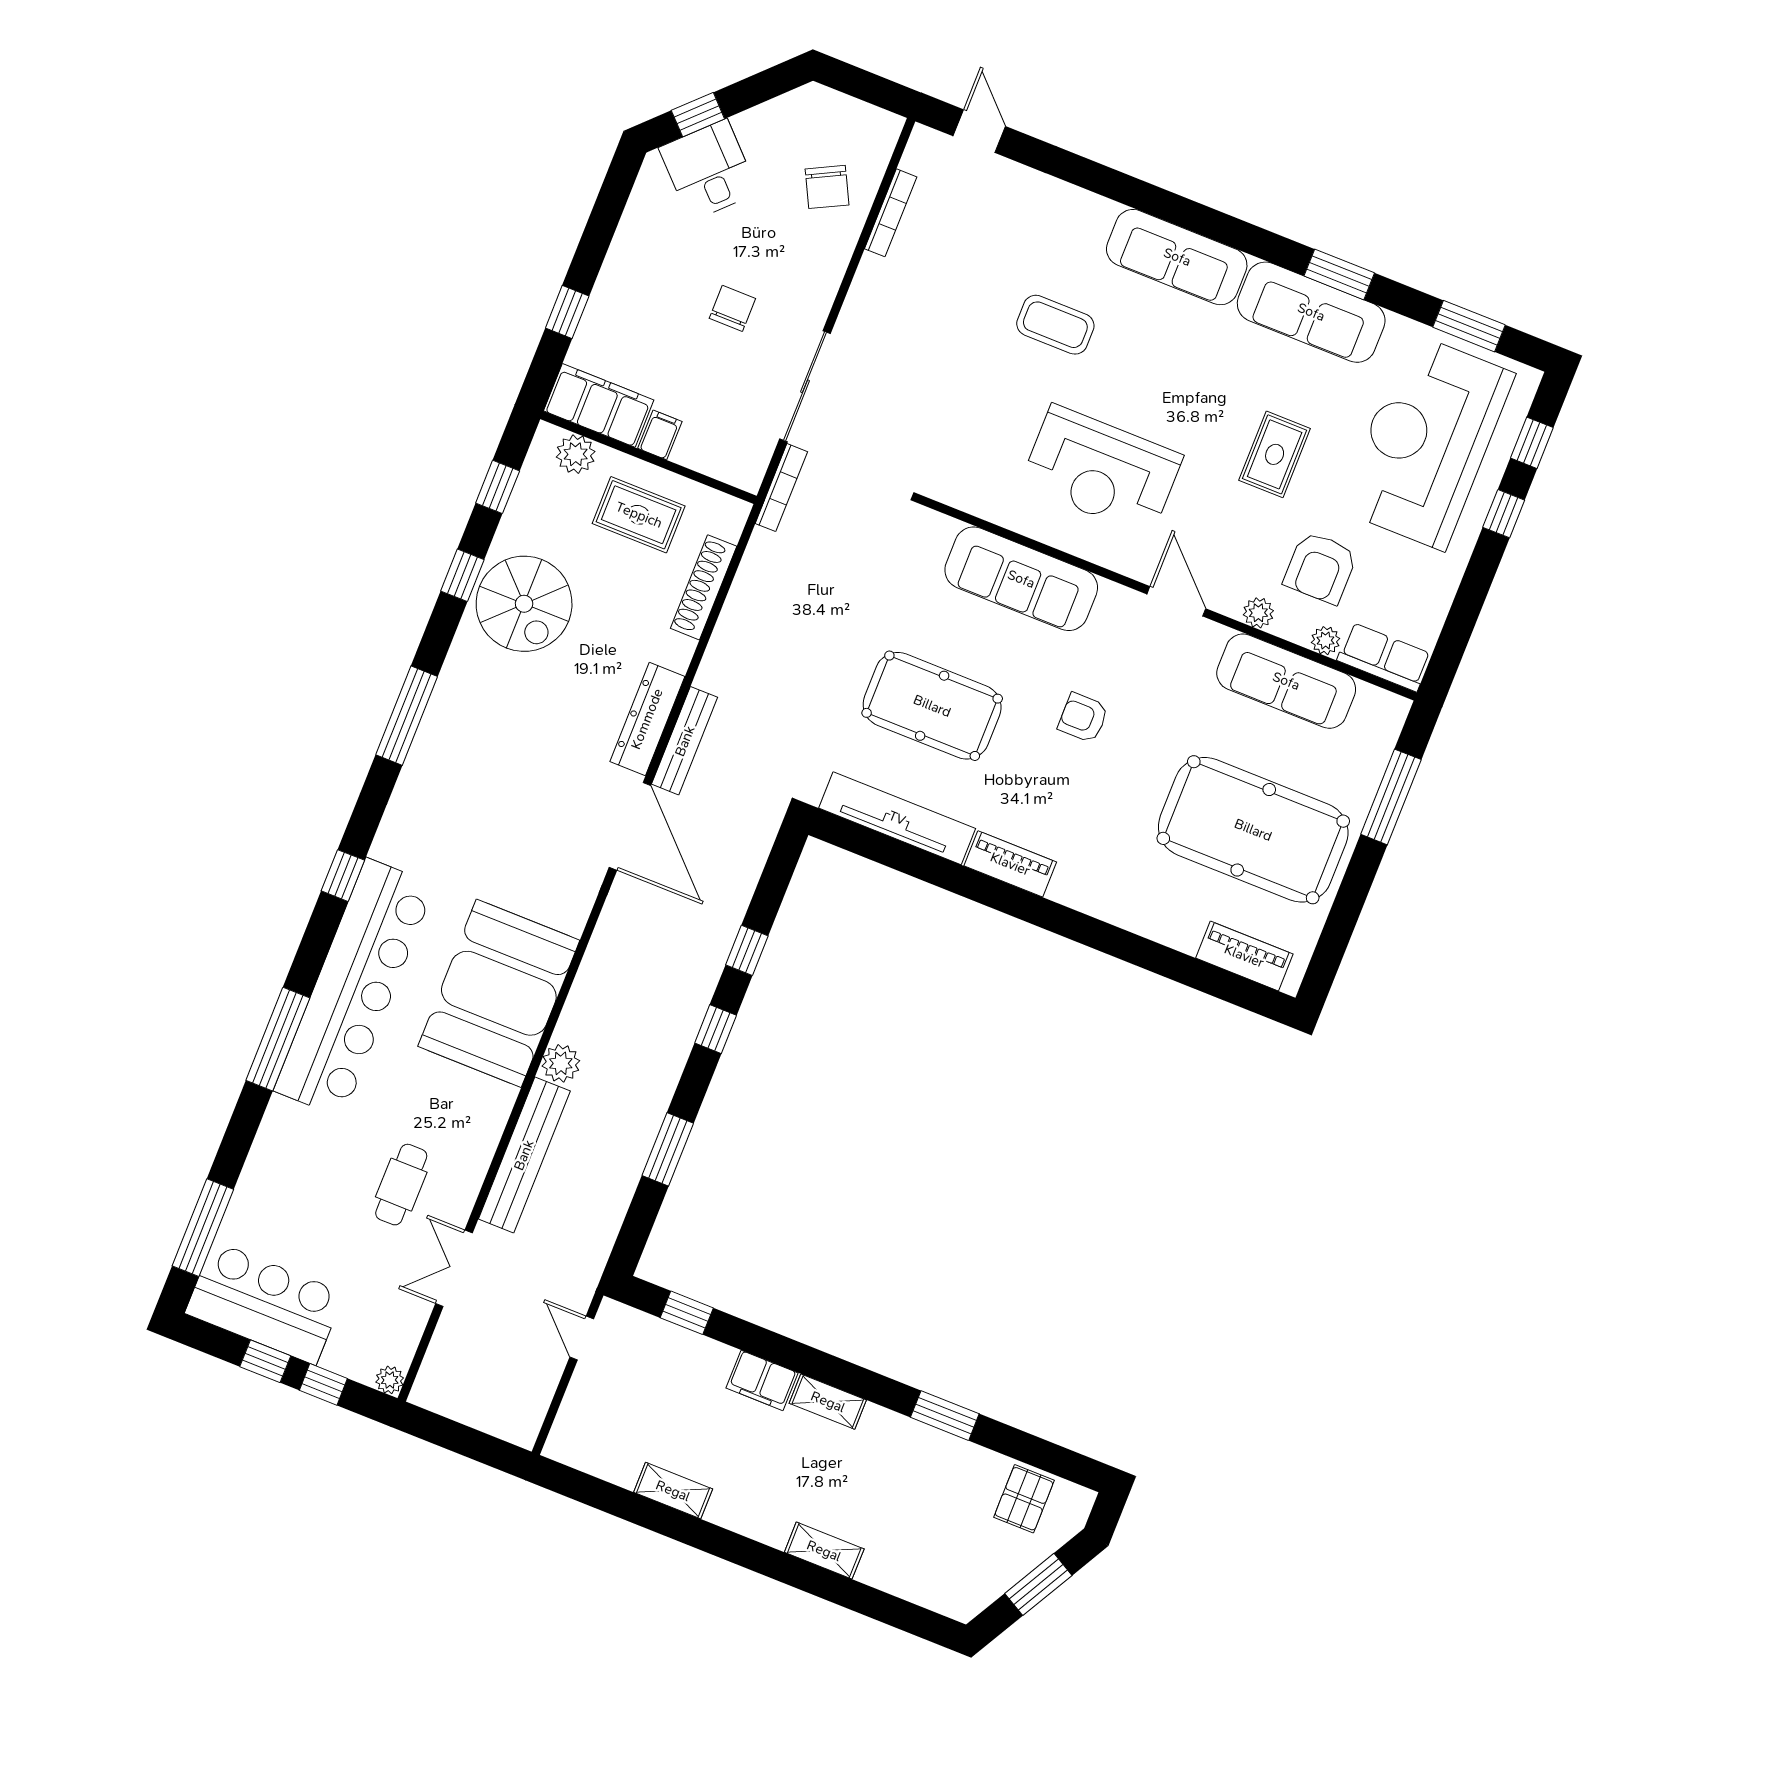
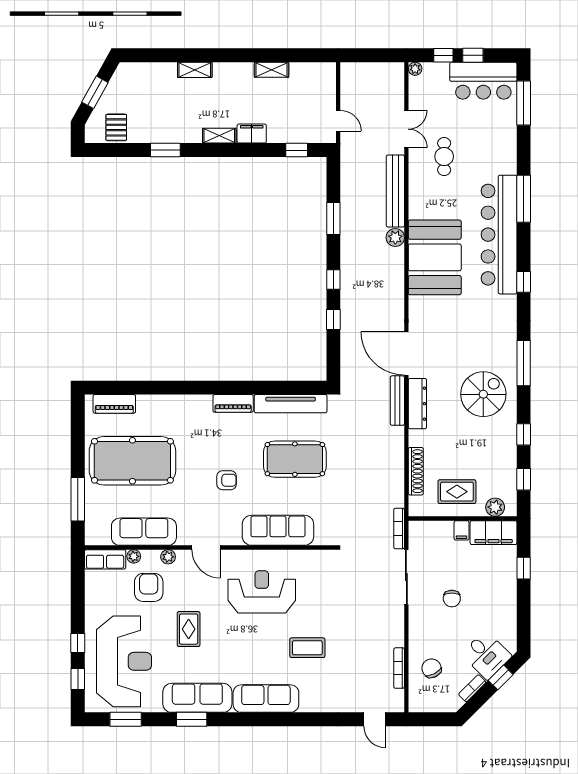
bookcase: (762, 116) -> (472, 688), added
spiral stairs: (524, 604) -> (483, 394), moved, turned 90

